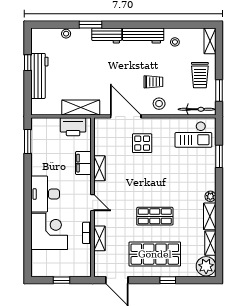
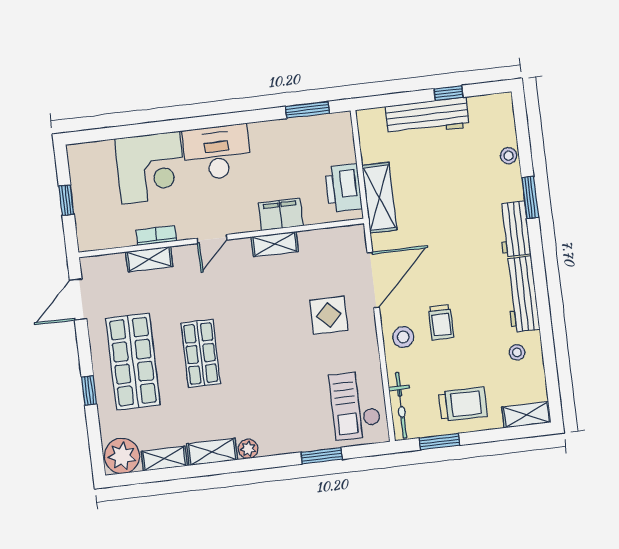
trolley: (200, 75) -> (463, 404), turned 180

